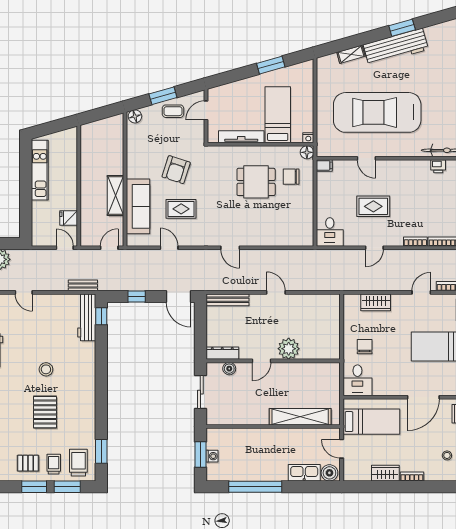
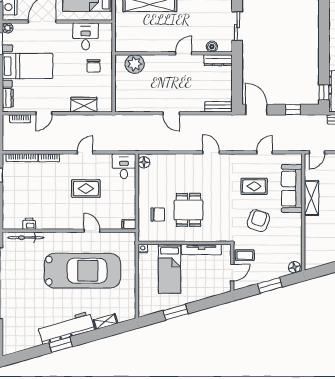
coffee table: (173, 111) -> (245, 255), moved
floor lamp: (307, 152) -> (144, 162), moved
dining table: (256, 182) -> (188, 210), turned 90
door: (169, 248) -> (265, 152), swing flipped
bench: (227, 300) -> (218, 107), width x0.73
plant: (289, 349) -> (135, 64), moved
desk: (357, 380) -> (86, 36), moved

